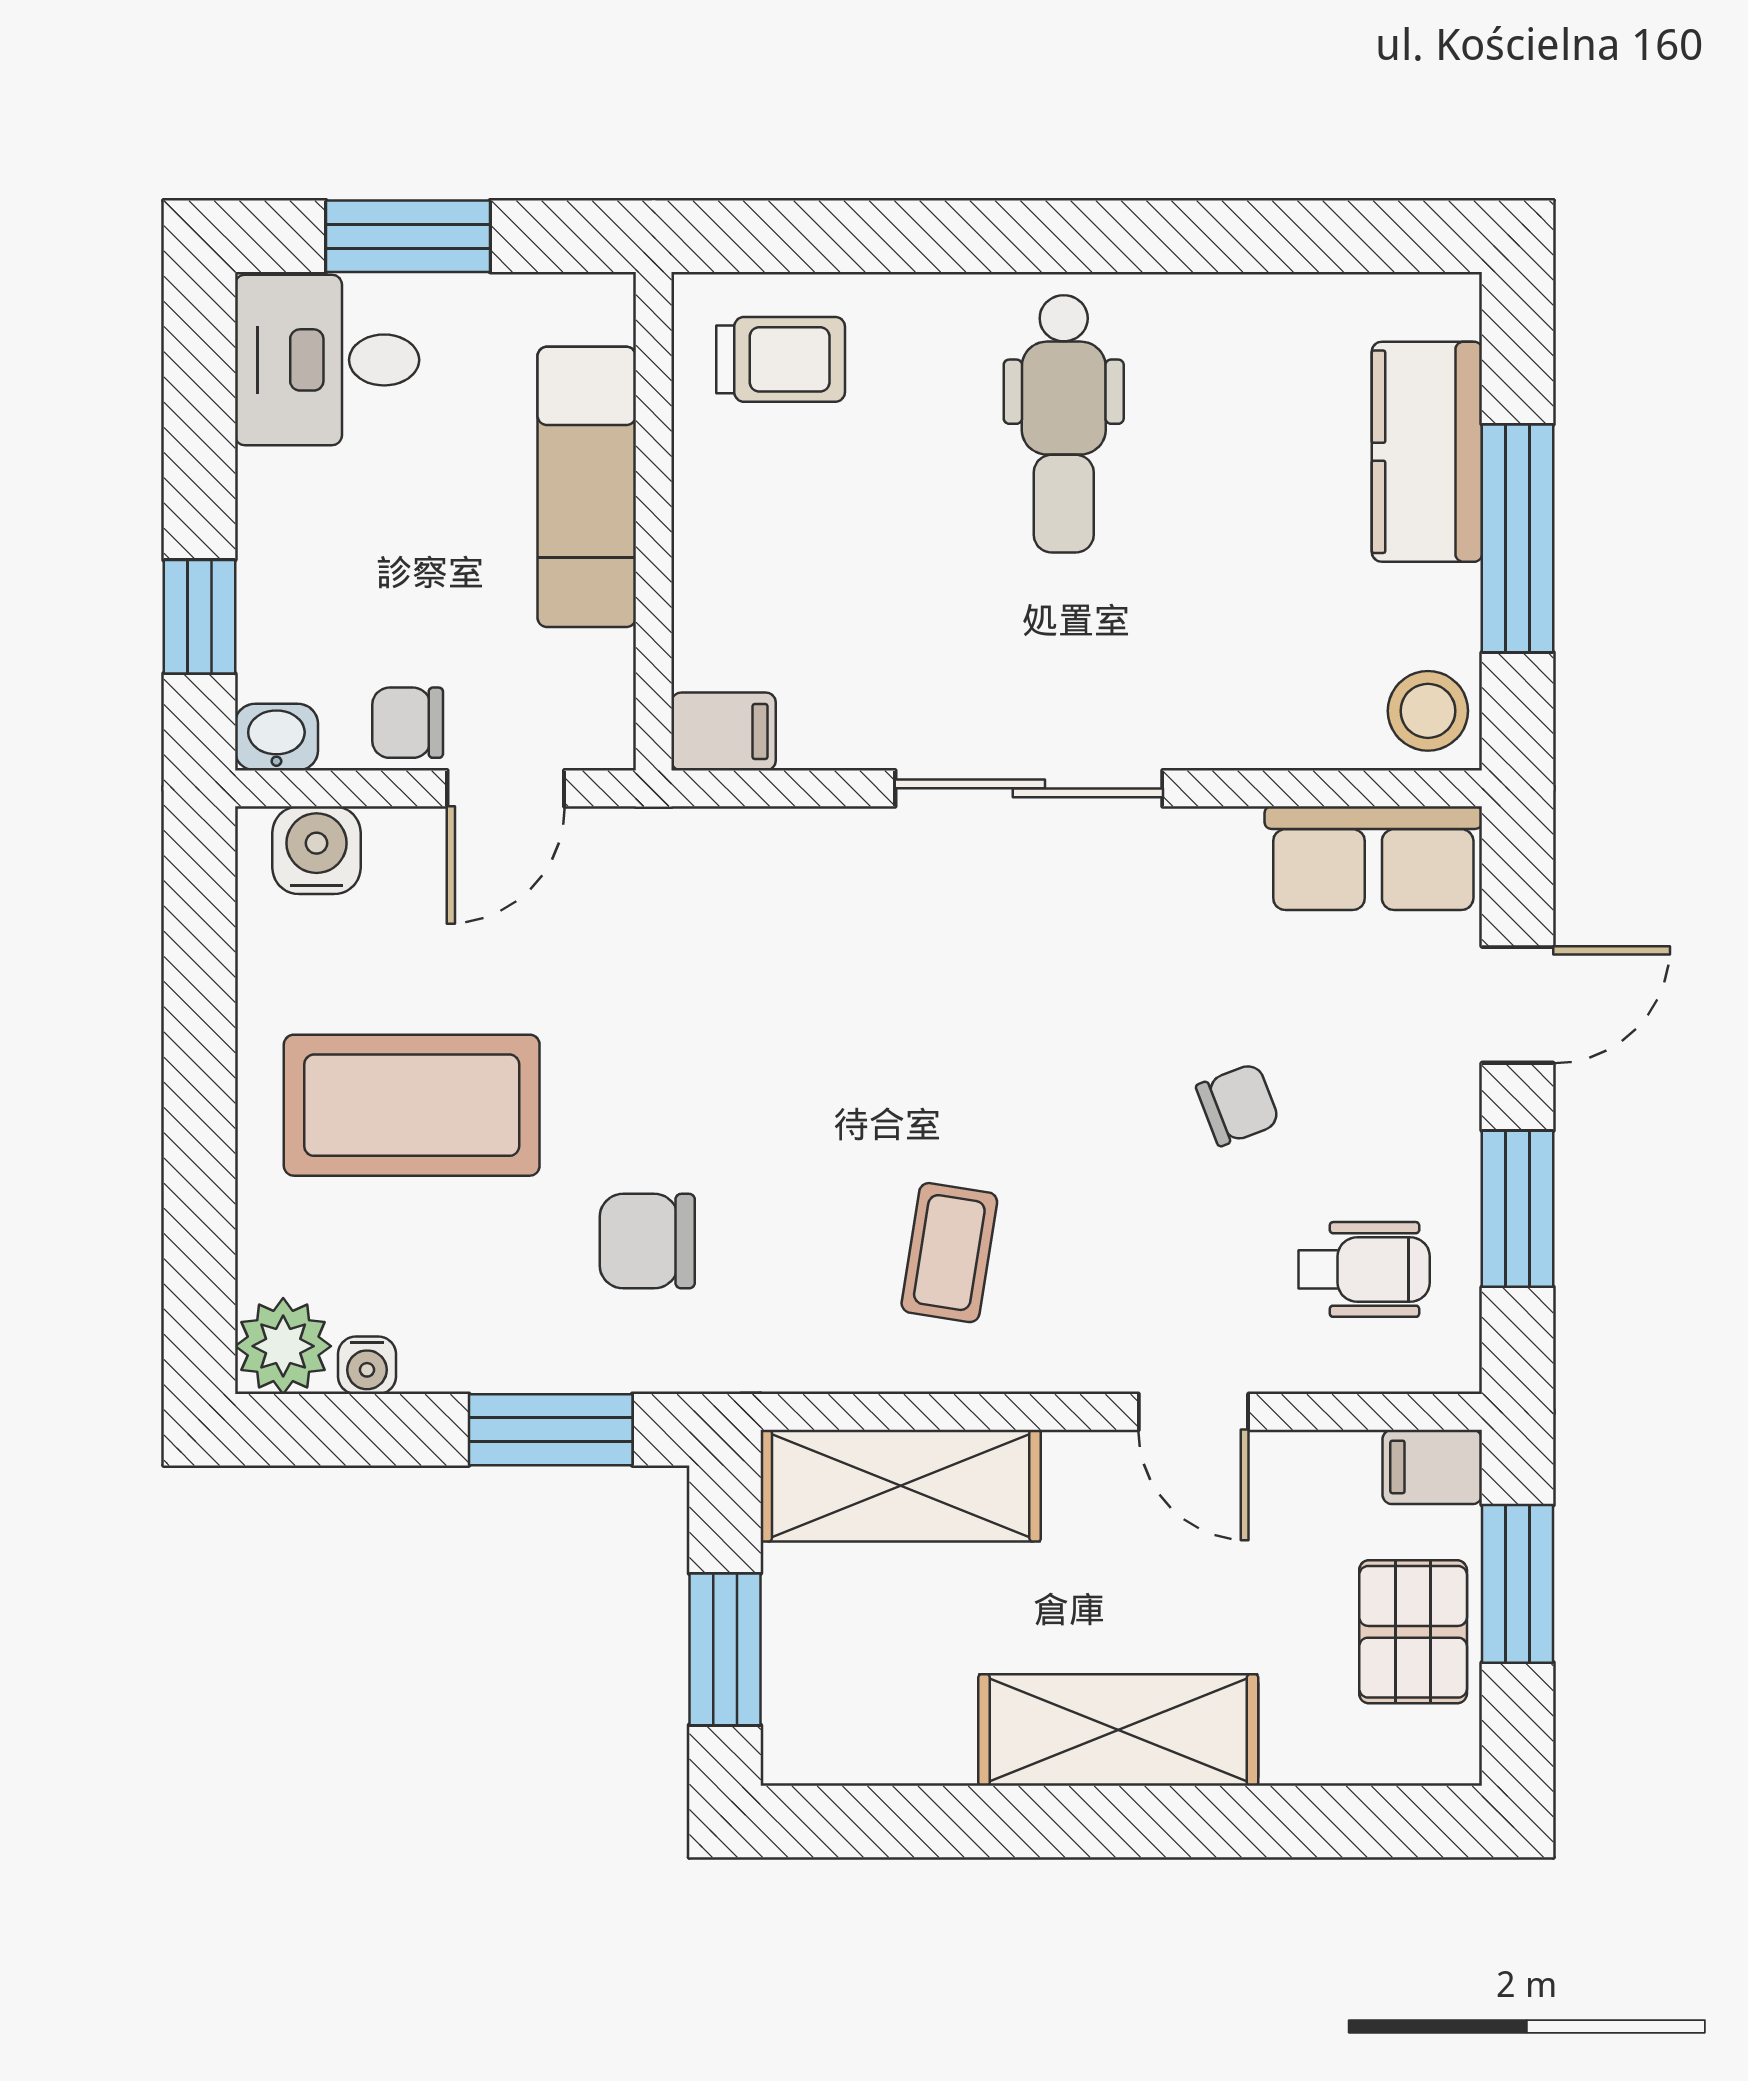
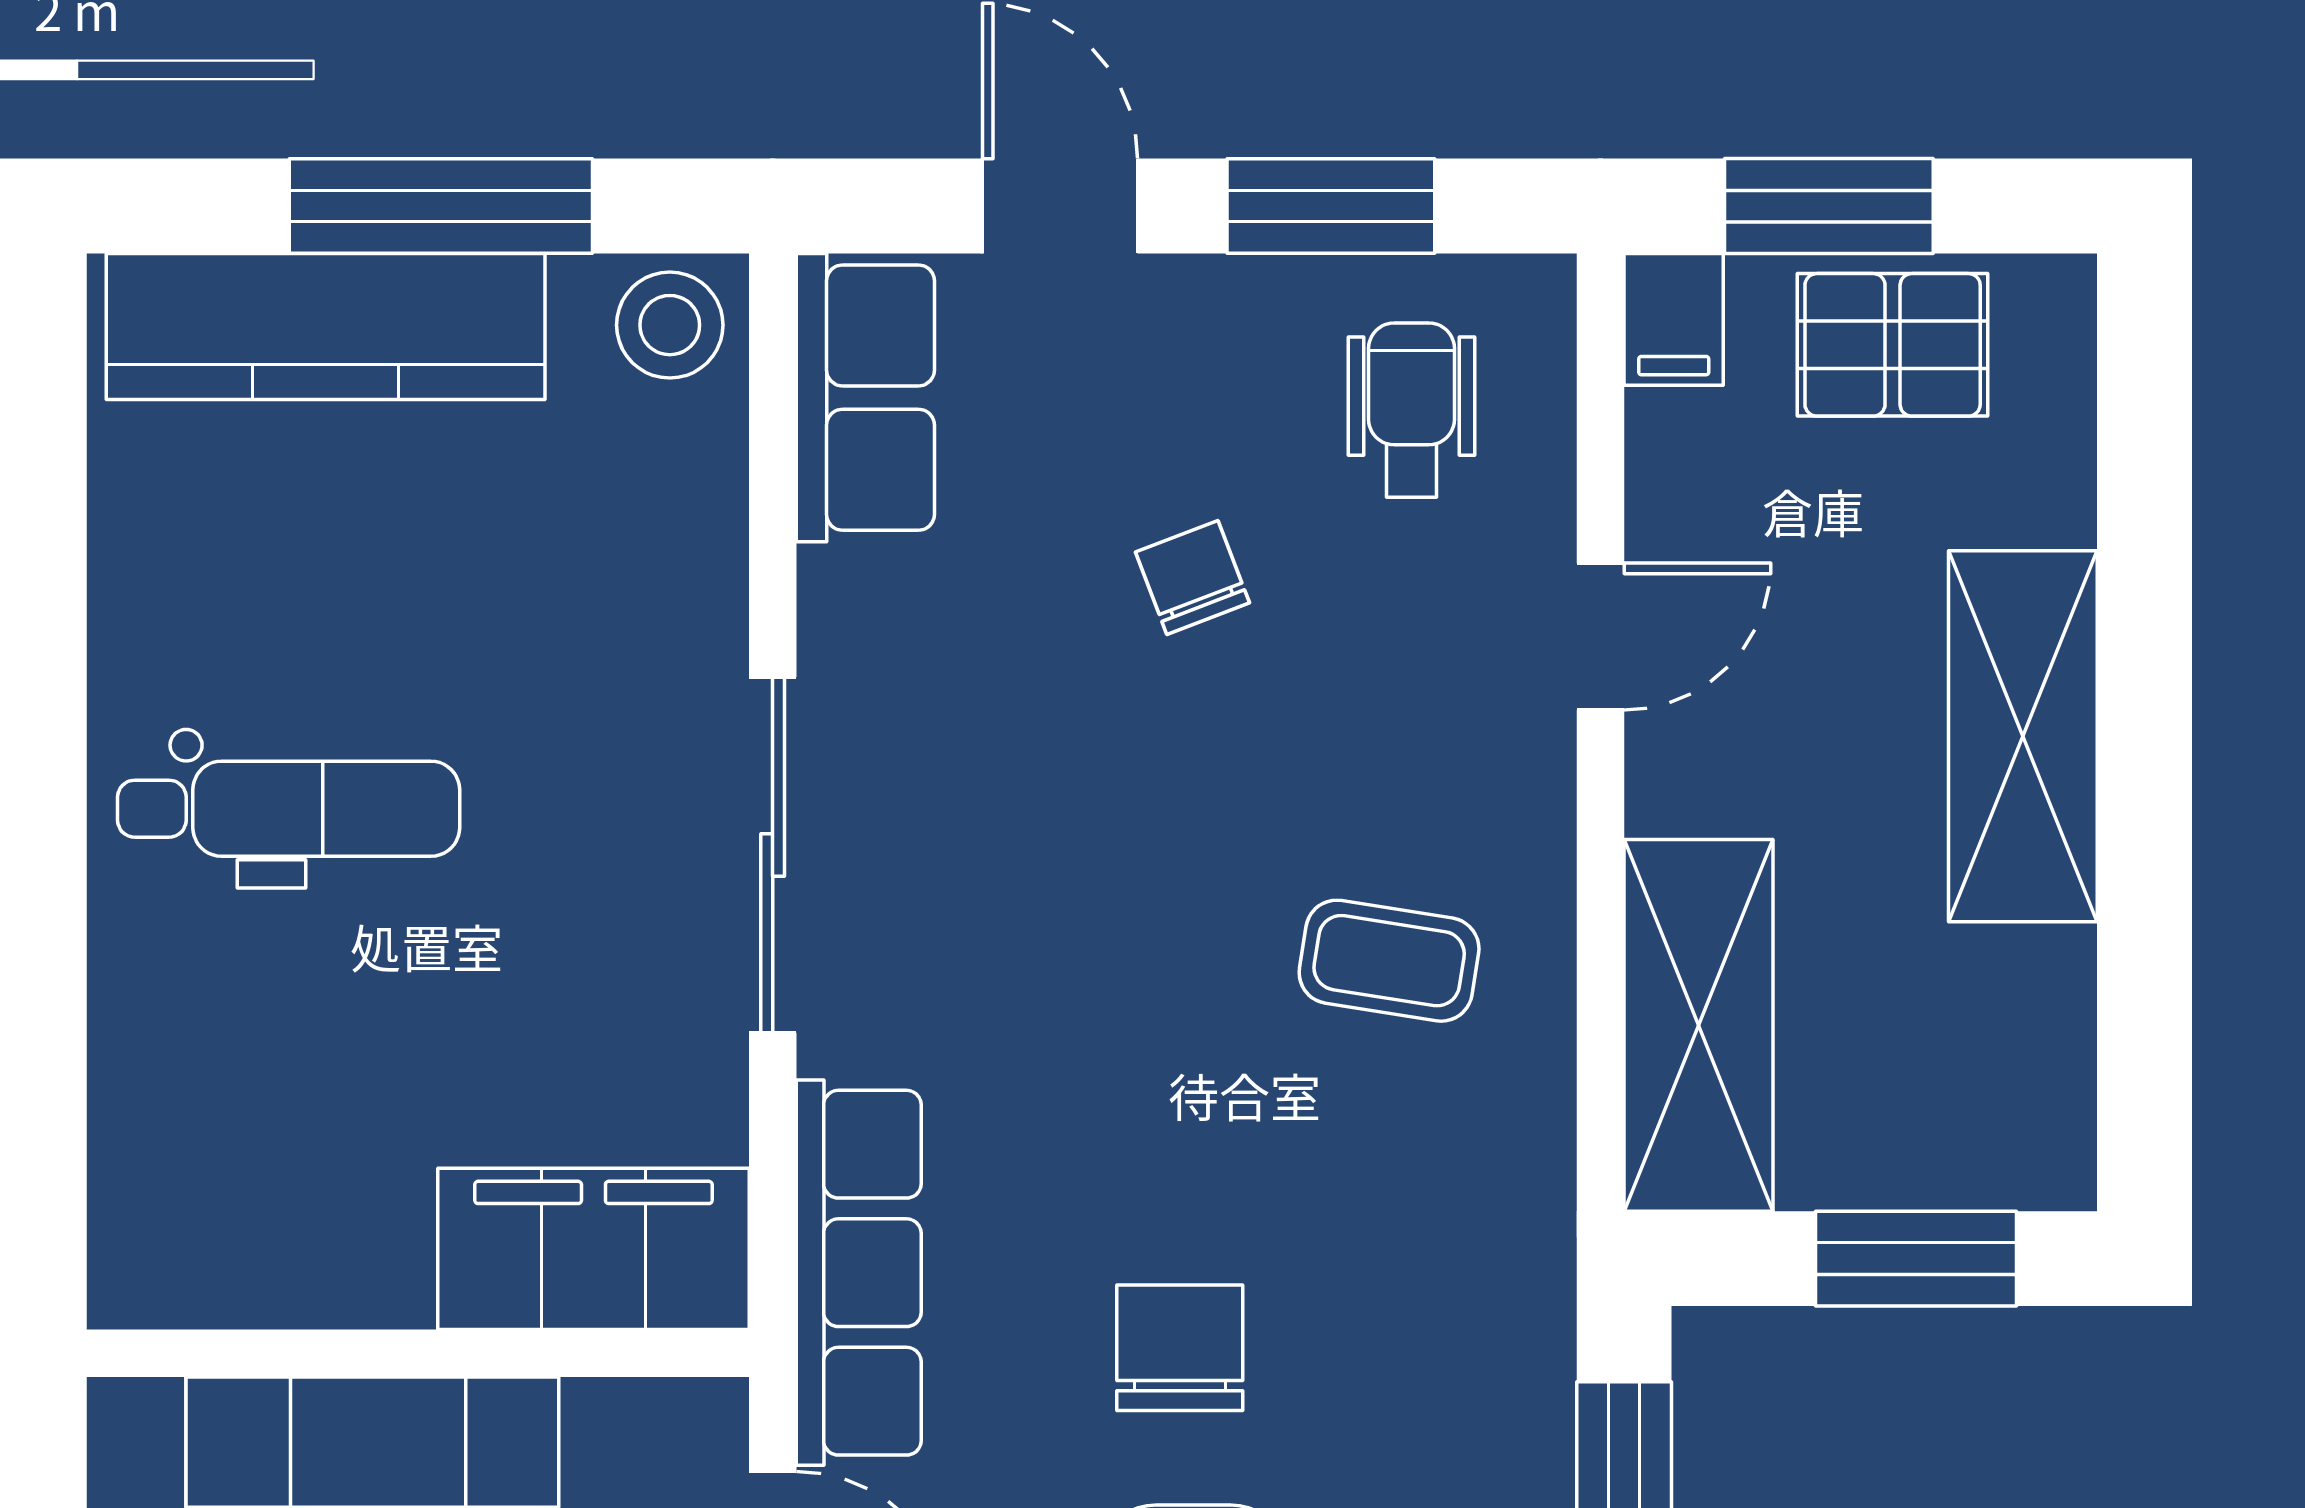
trolley: (781, 359) -> (203, 1185), removed
kitchen counter: (1427, 452) -> (326, 326), width x1.50
filing cabinet: (724, 732) -> (593, 1249), width x3.00, depth x1.17
row of seats: (714, 853) -> (859, 1273), added
chair: (647, 1241) -> (1180, 1348), moved, turned 180

